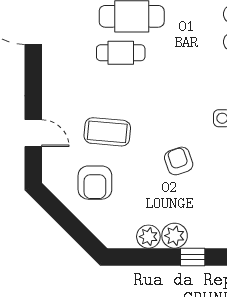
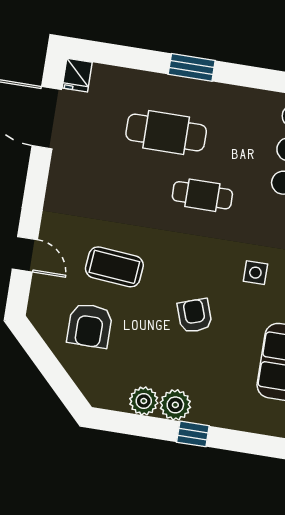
cafe table: (121, 53) -> (202, 195), moved

